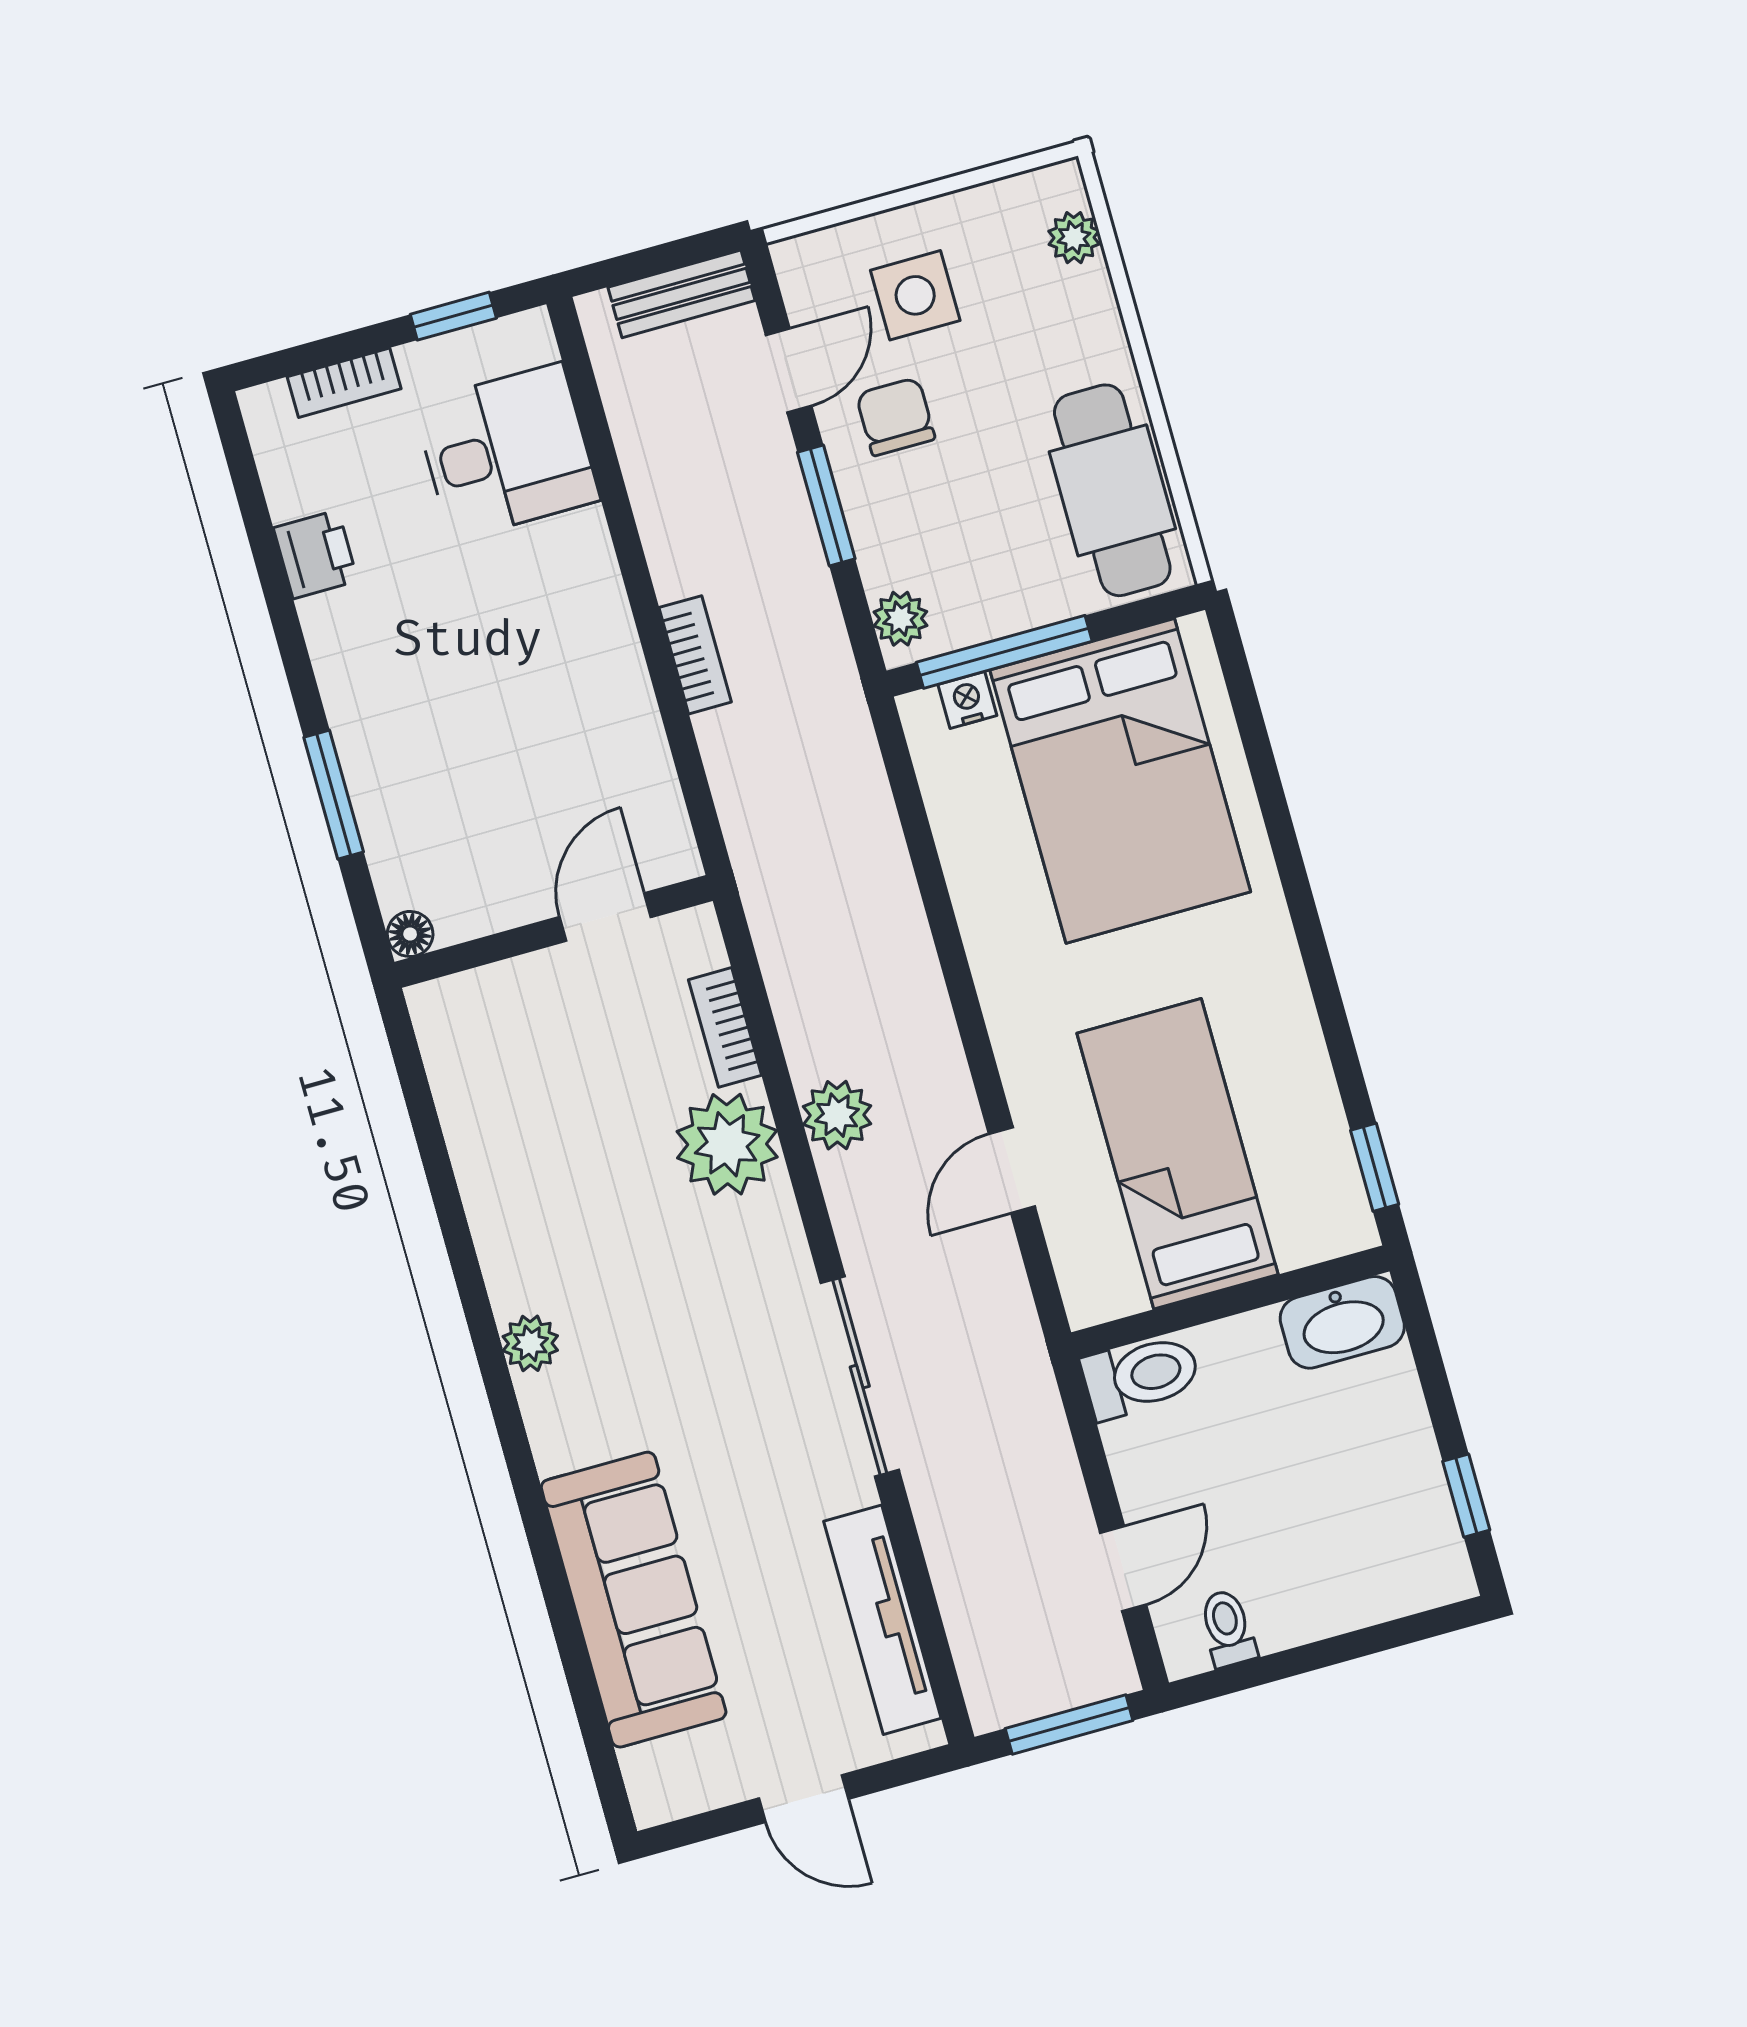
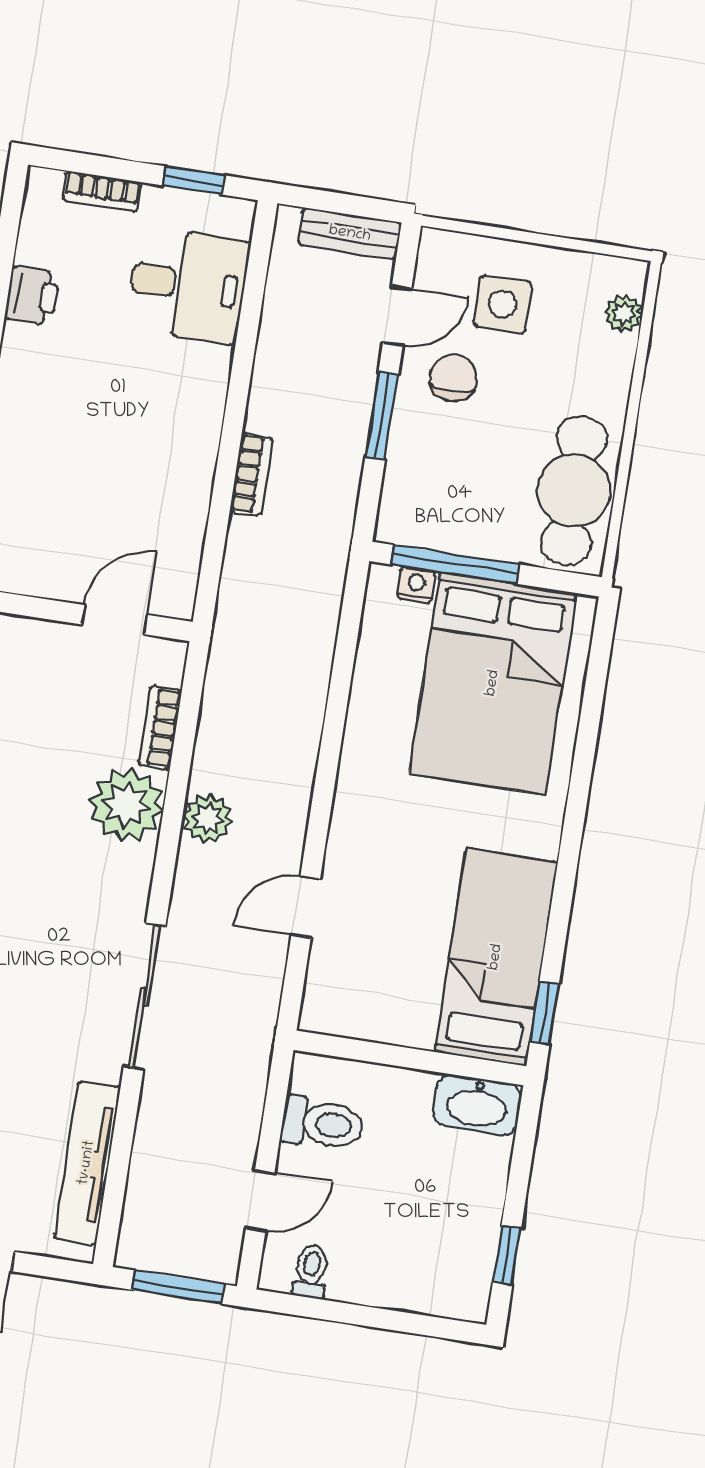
plant: (900, 619) -> (397, 512), removed
bed: (1177, 1154) -> (496, 957), moved
toilet: (1141, 1376) -> (322, 1124), moved

